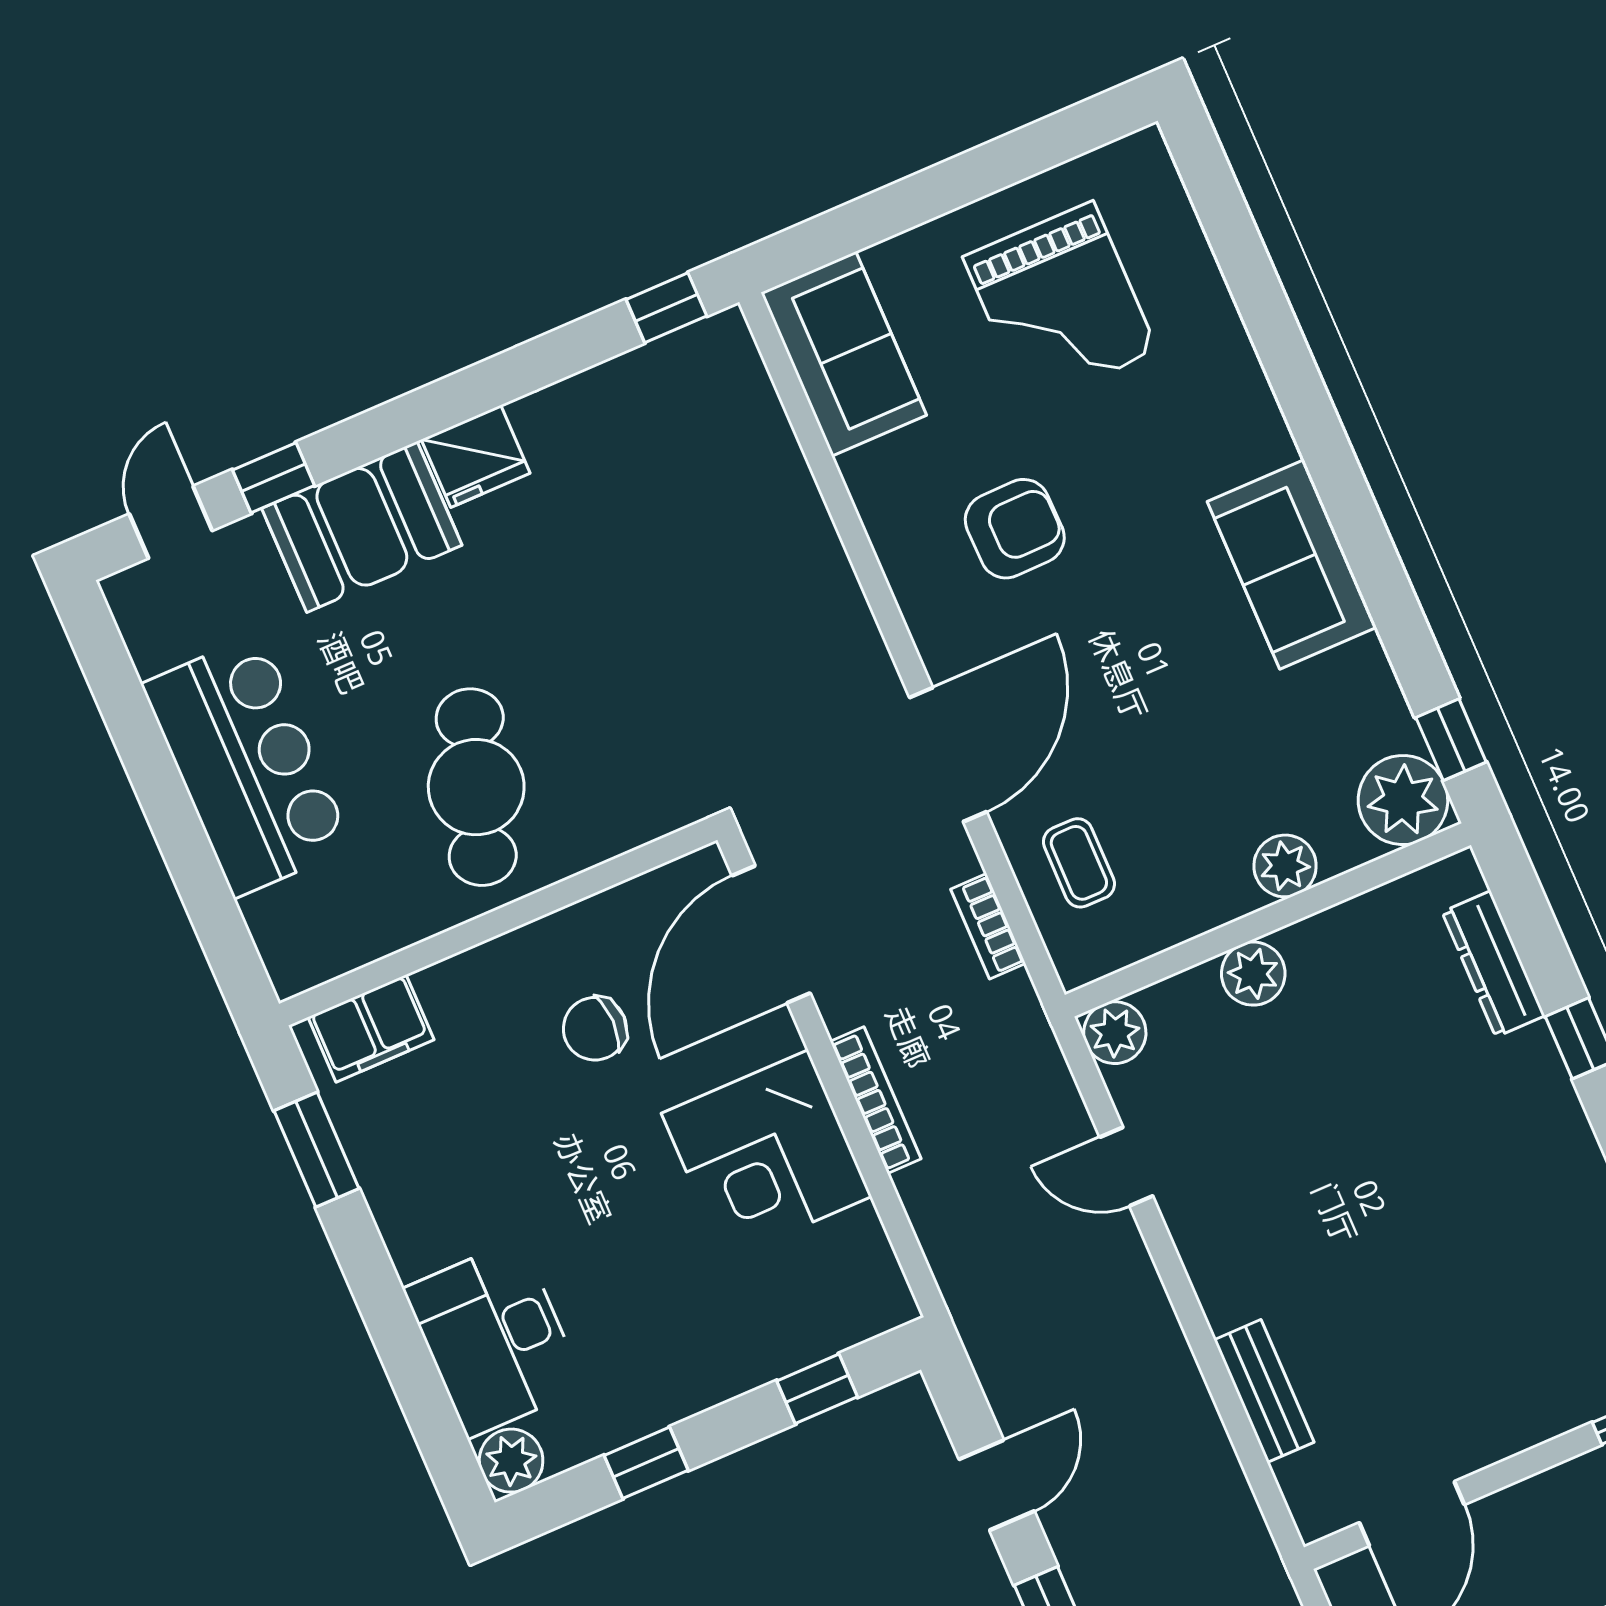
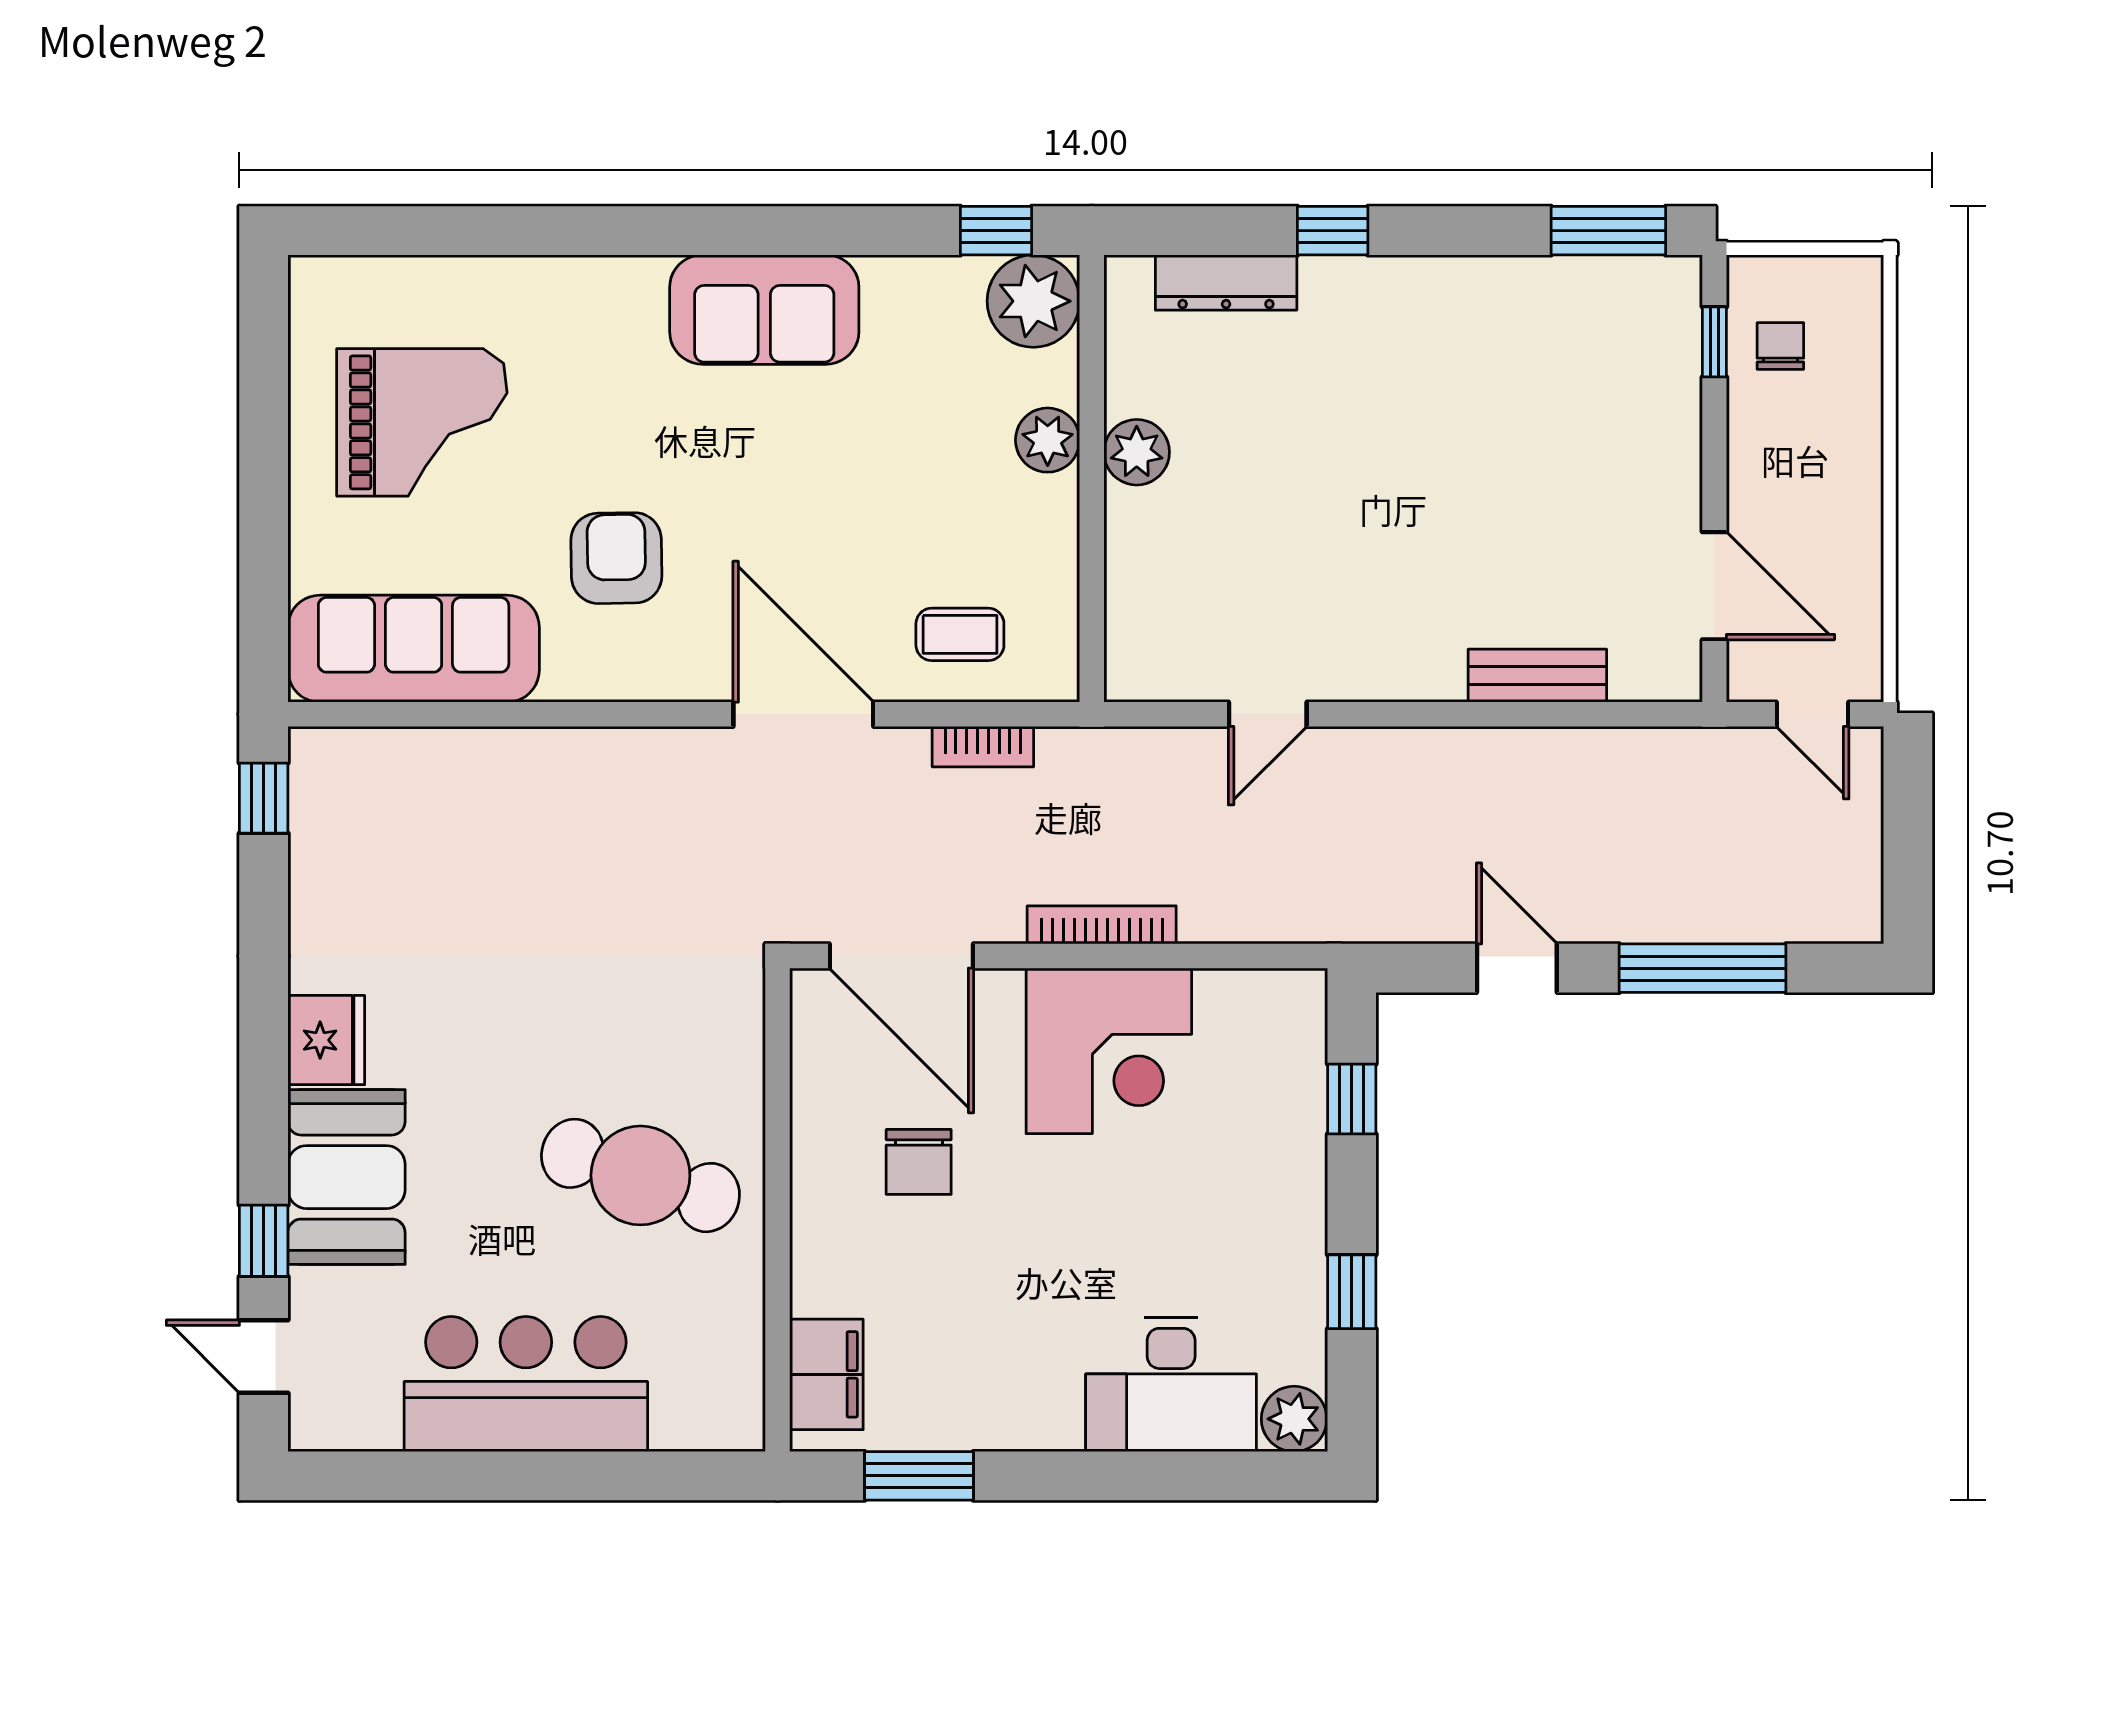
sofa: (844, 354) -> (414, 649), width x1.36
plant: (1253, 974) -> (1137, 452), moved
plant: (1115, 1033) -> (1136, 670), removed

